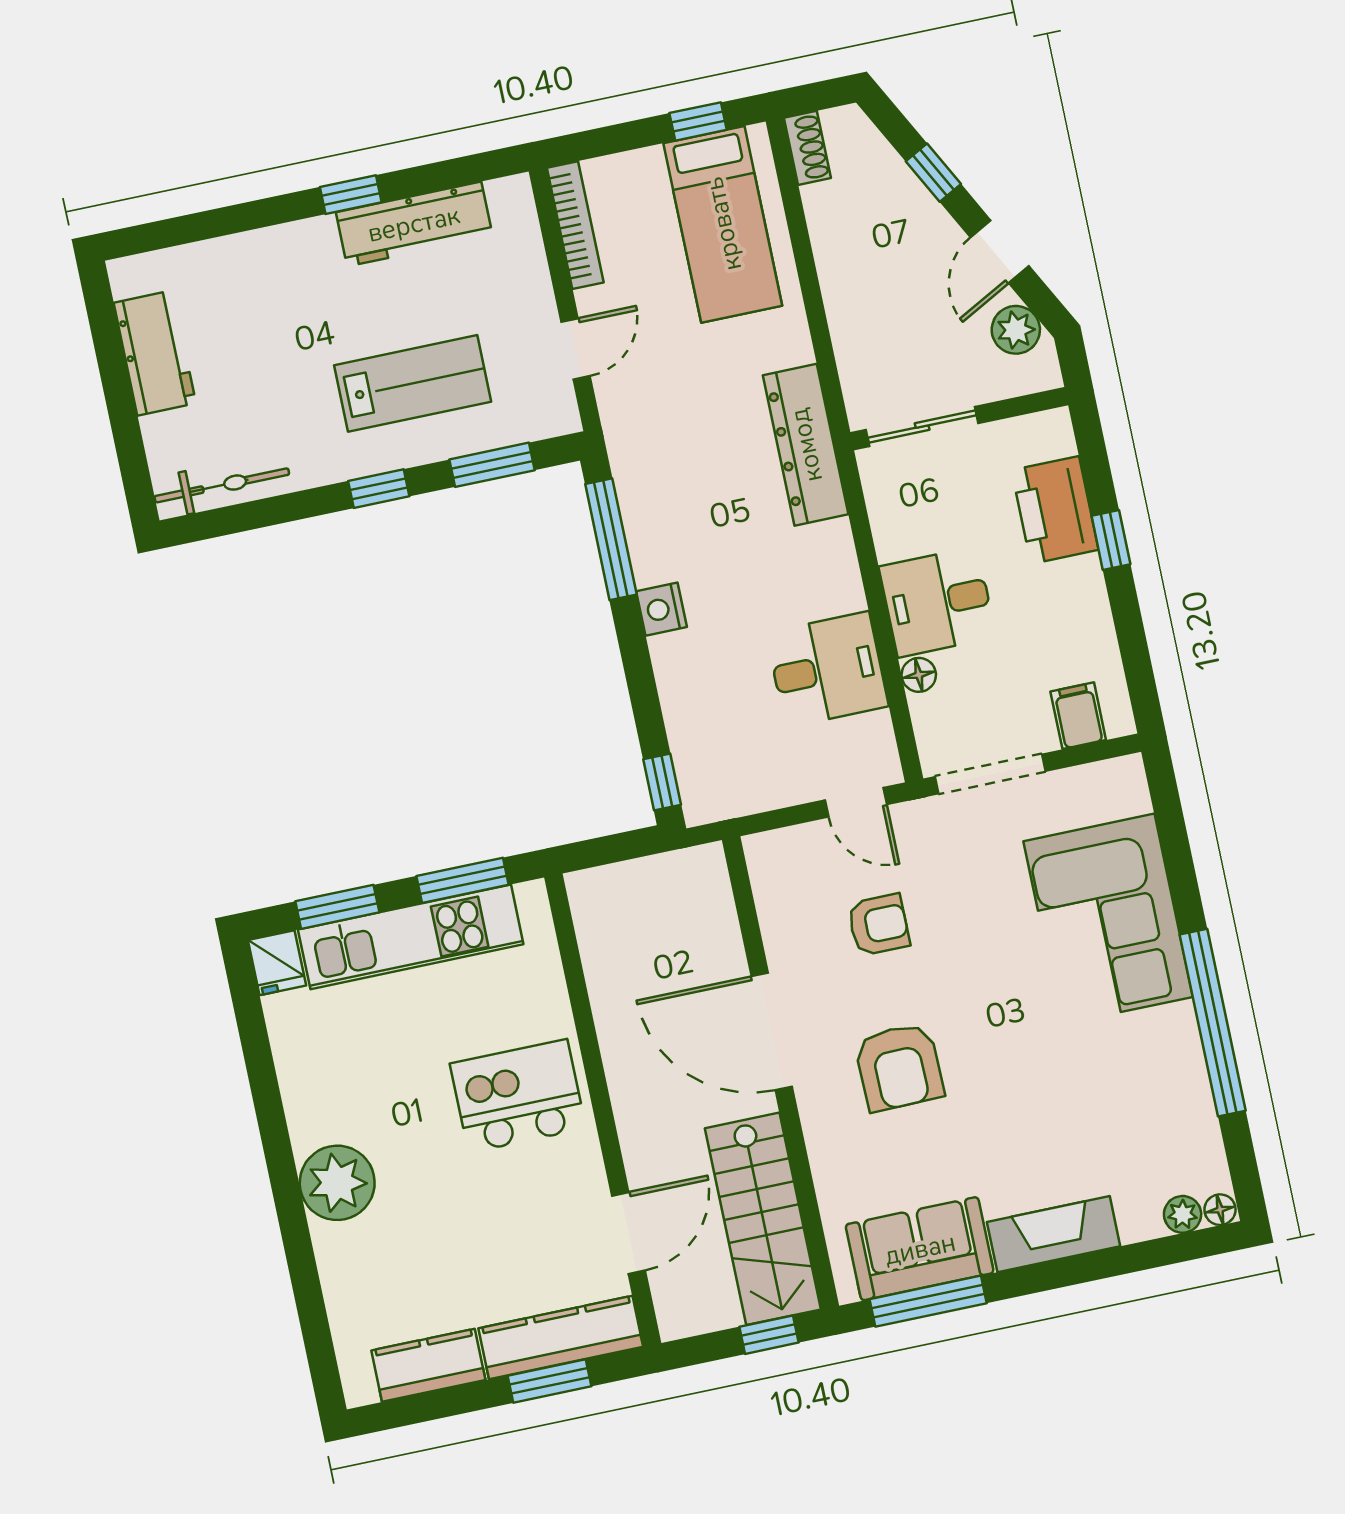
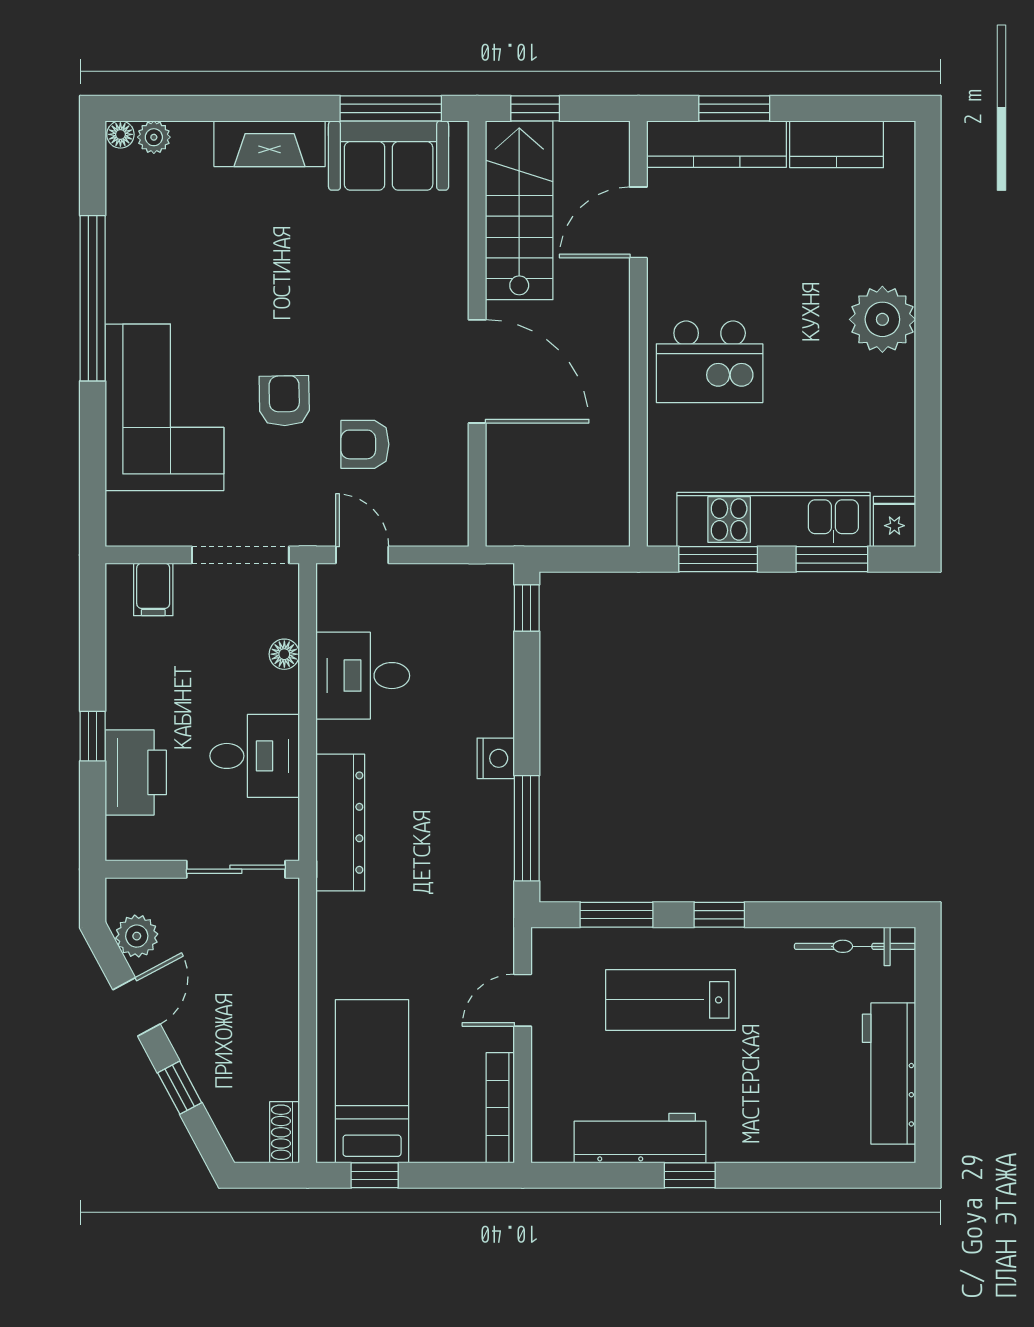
workbench: (155, 353) -> (889, 1074), width x1.38
dresser: (806, 445) -> (340, 823), moved
desk: (938, 602) -> (255, 756), moved
armchair: (899, 1067) -> (284, 401), moved, width x0.72, depth x0.72

